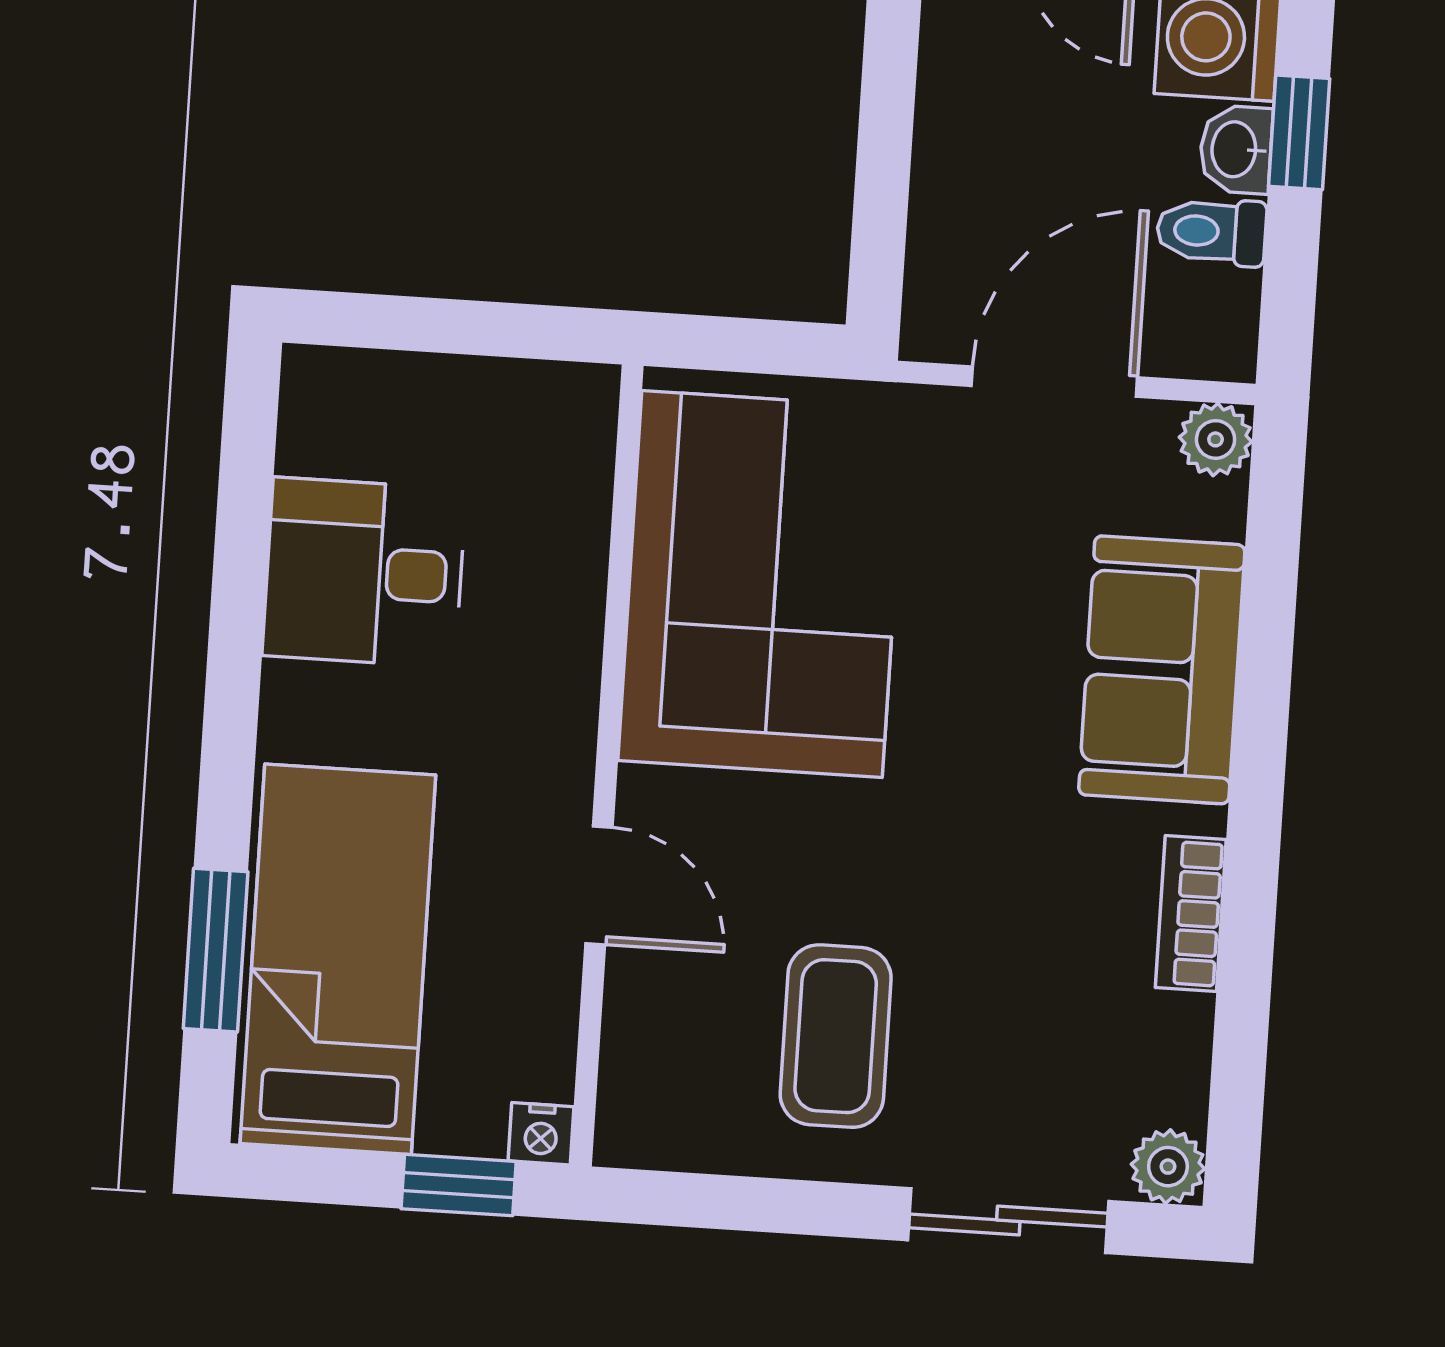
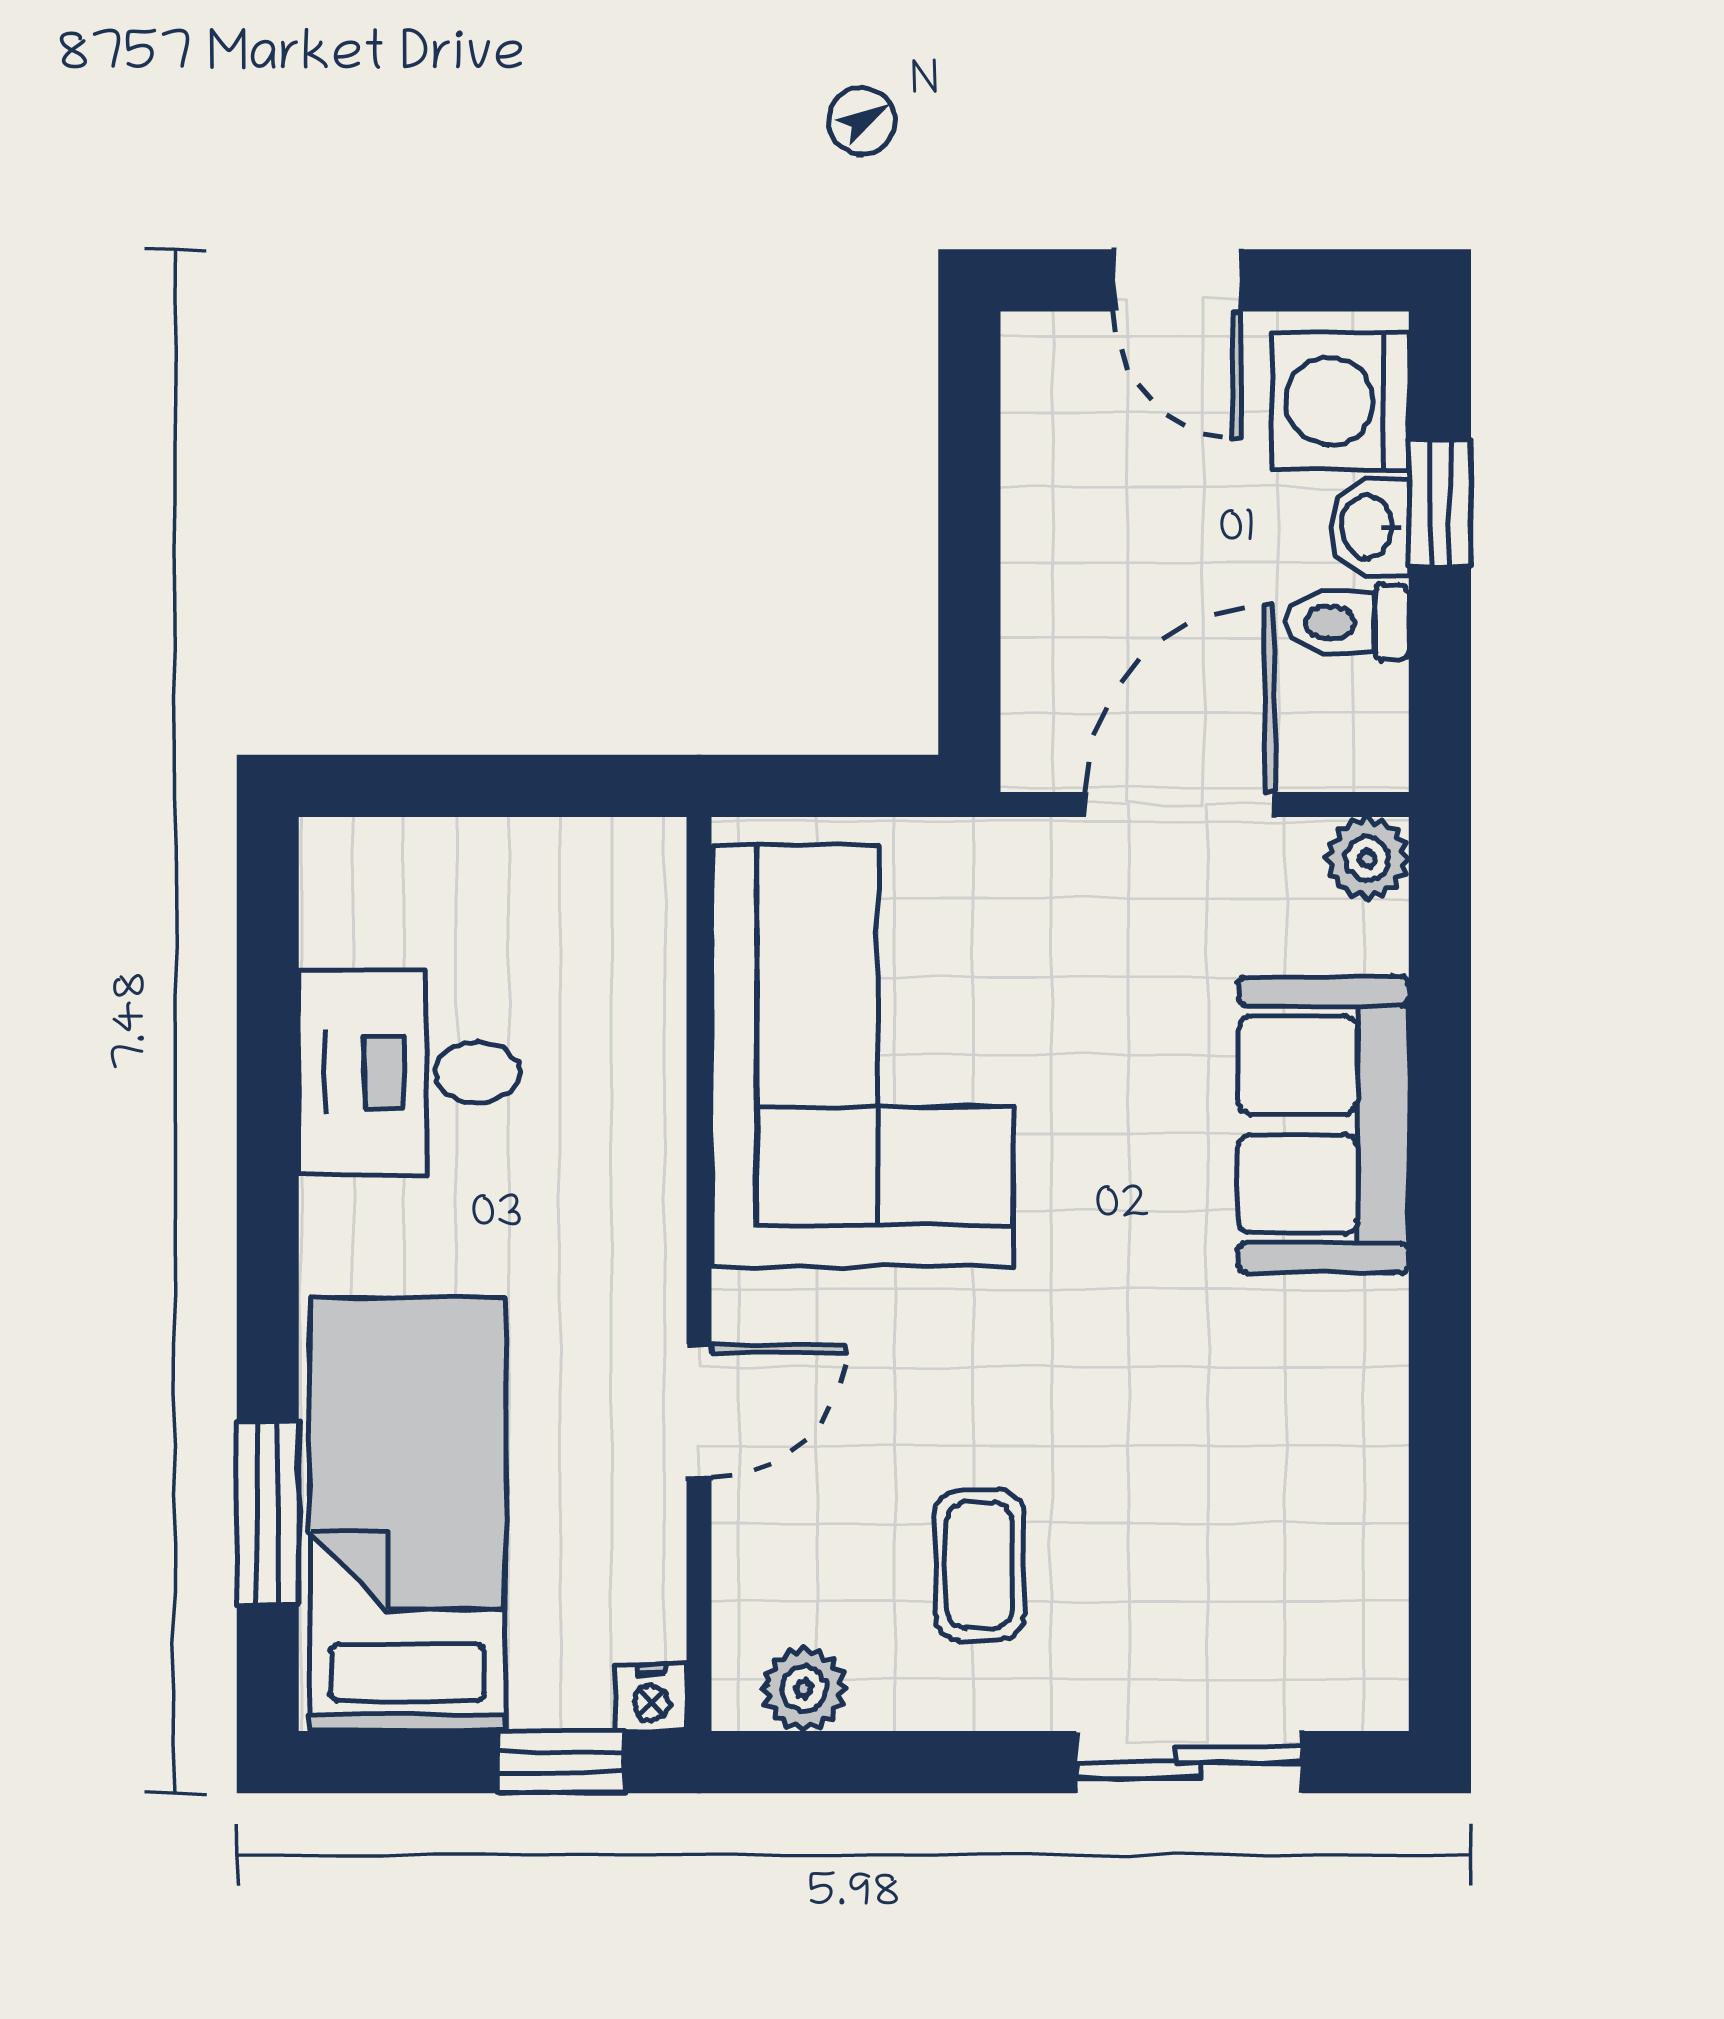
door: (599, 885) -> (699, 1411), hinge flipped
bookcase: (1191, 914) -> (1374, 1399), removed
coffee table: (836, 1036) -> (979, 1565), width x0.73, depth x0.77
plant: (1168, 1167) -> (804, 1689), moved

